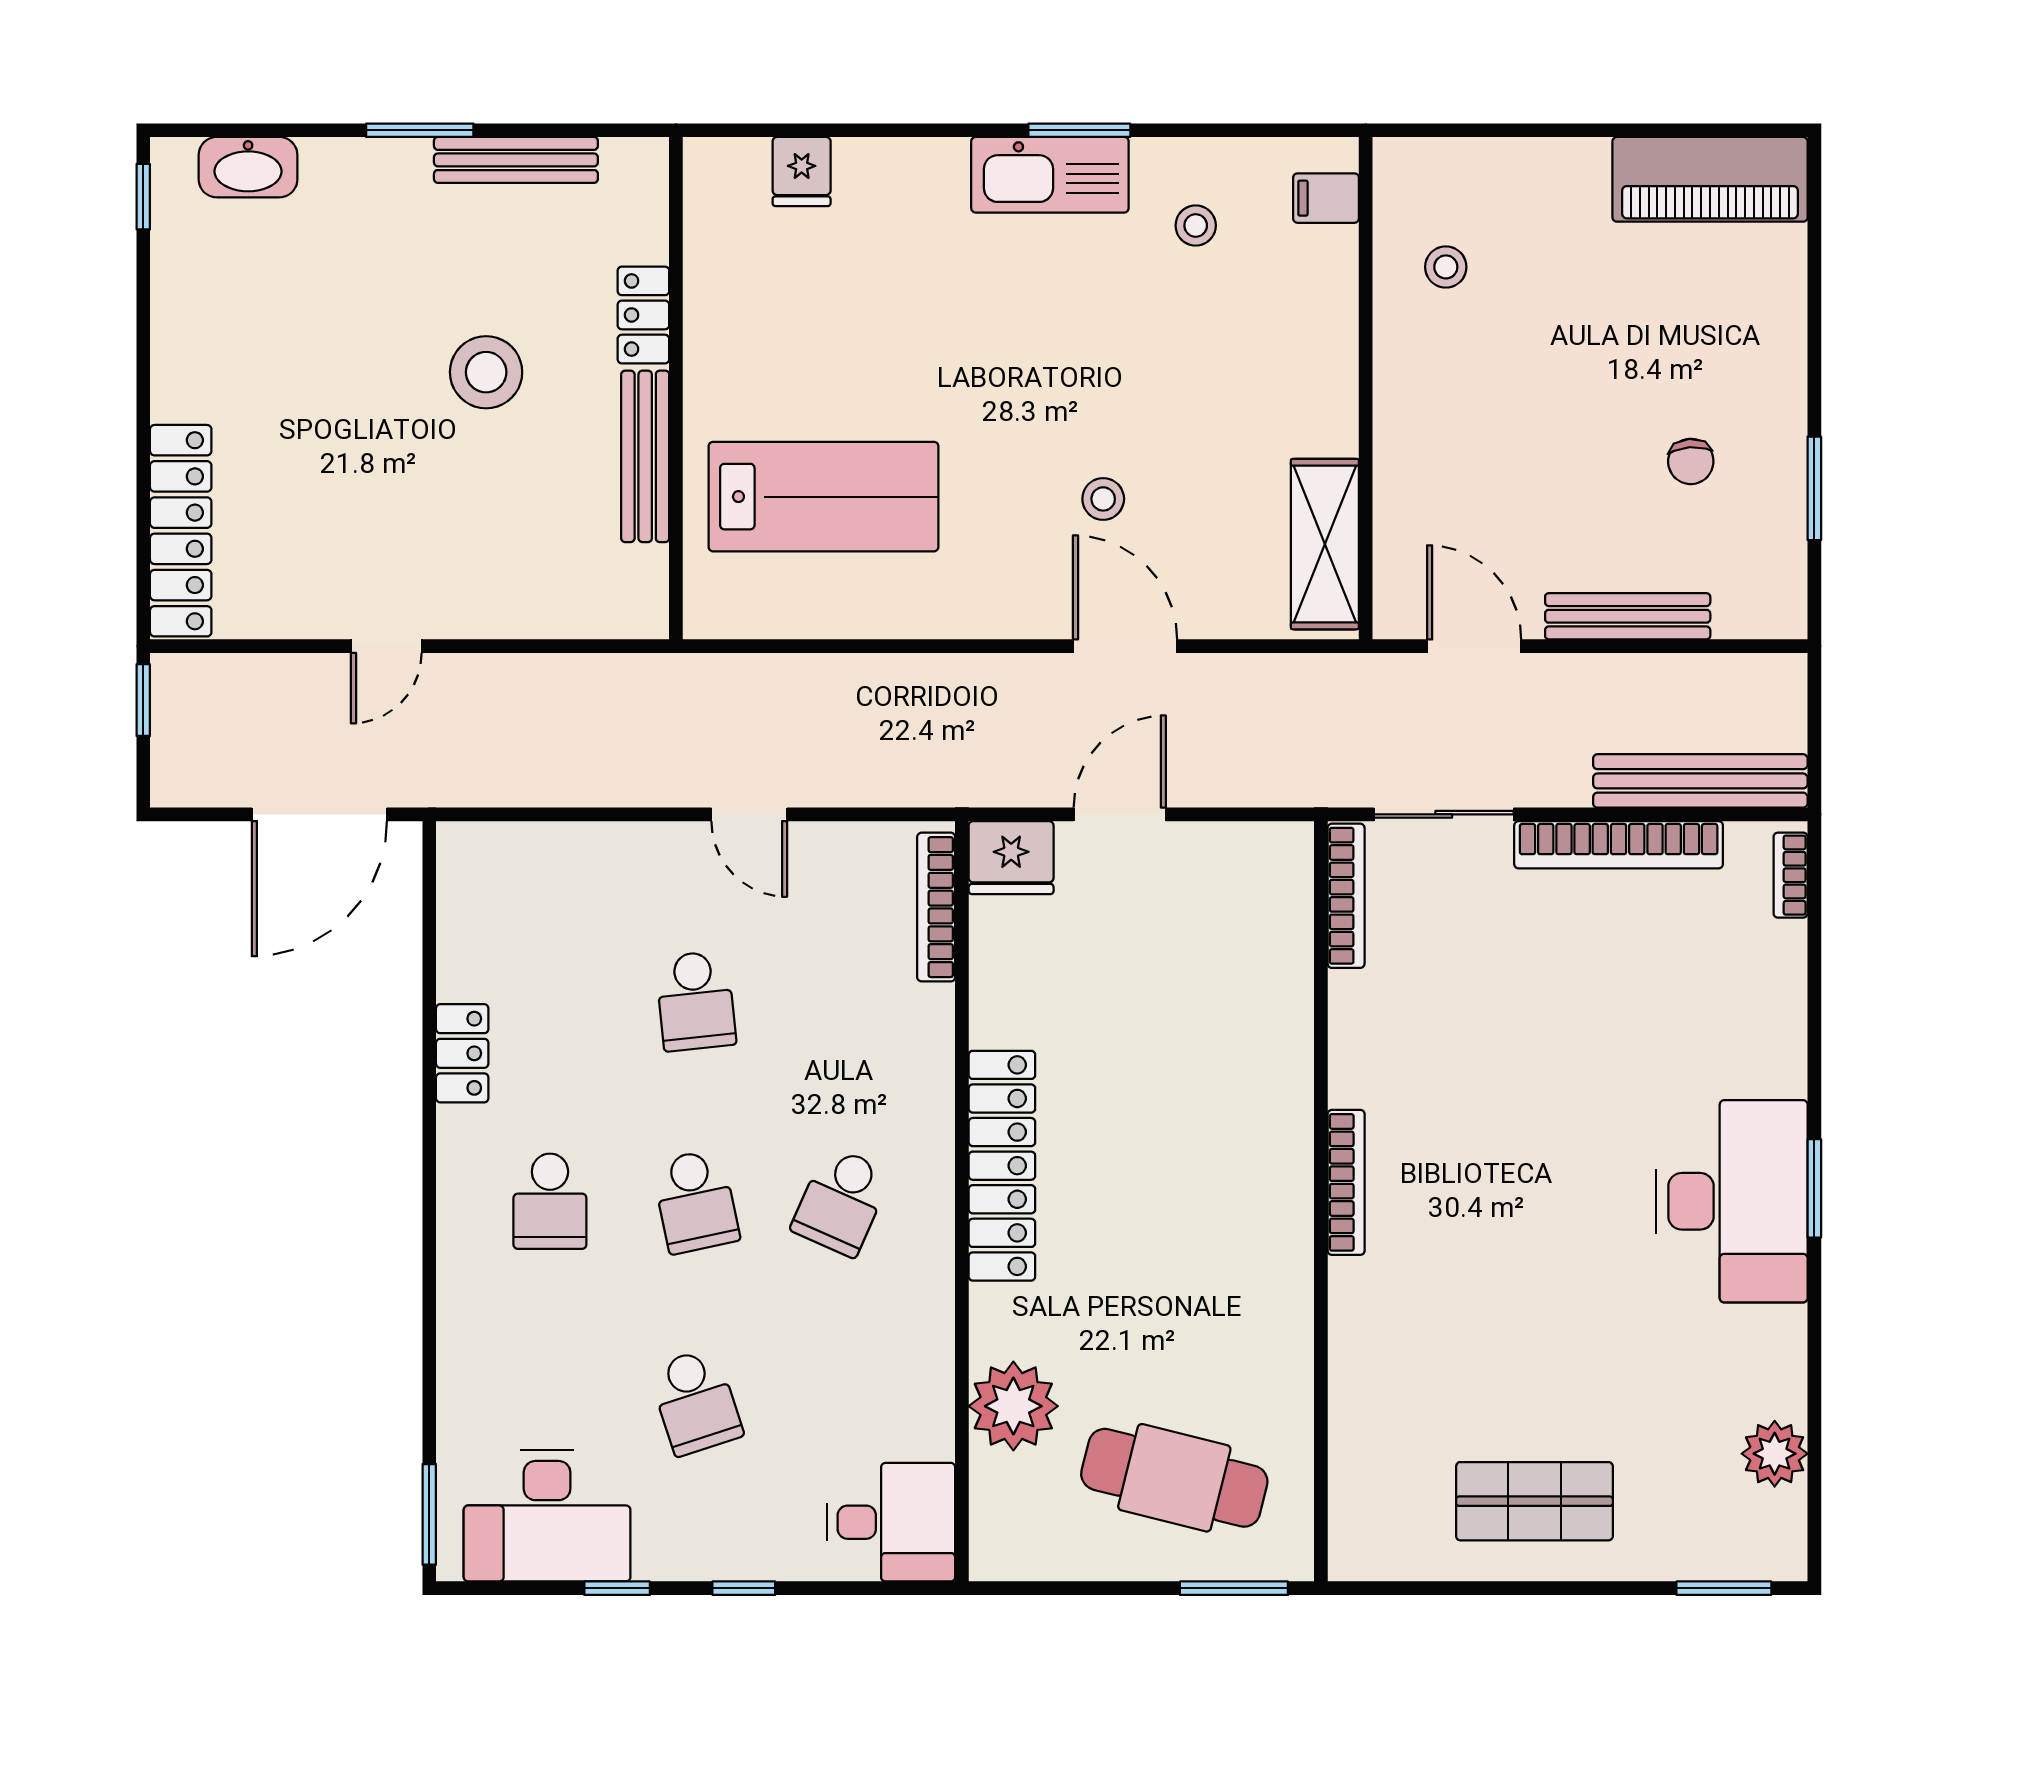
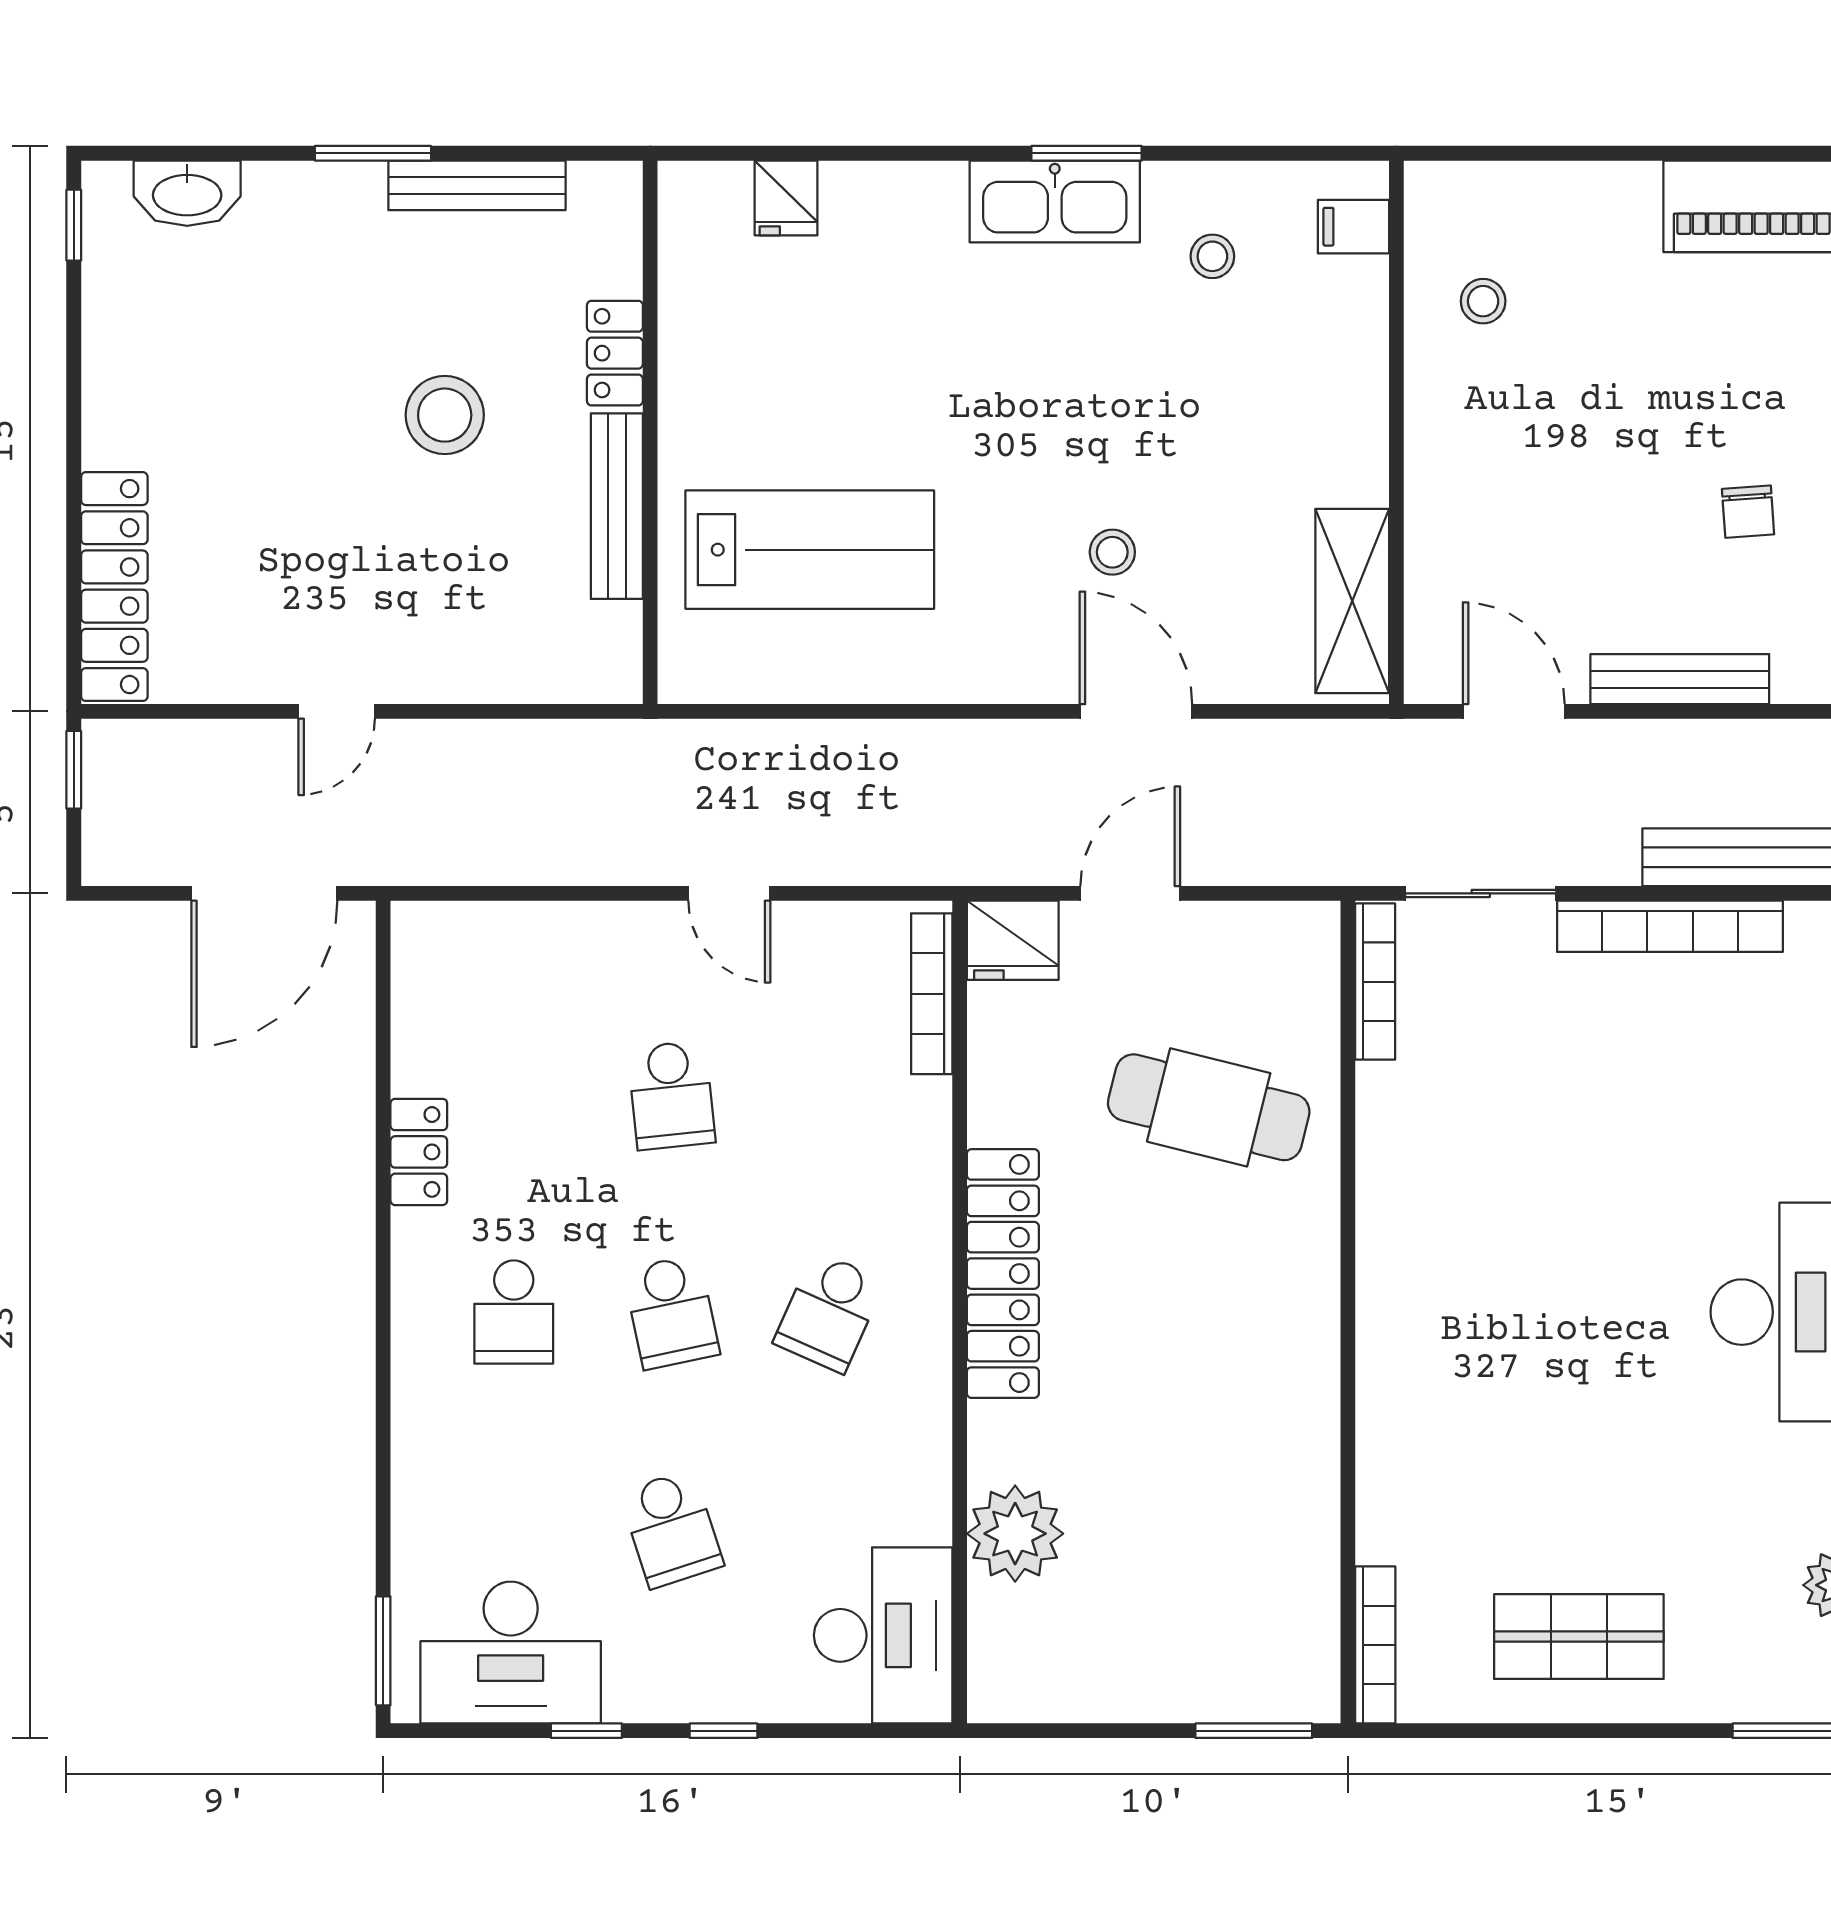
bookcase: (1346, 1182) -> (1375, 1645), moved
cafe table: (1174, 1478) -> (1209, 1107), moved
desk: (891, 1522) -> (883, 1635), width x1.37

